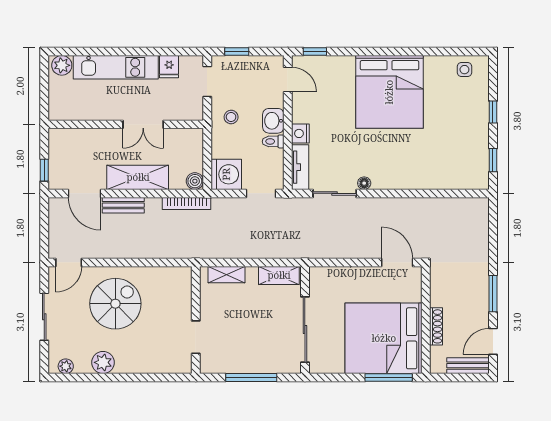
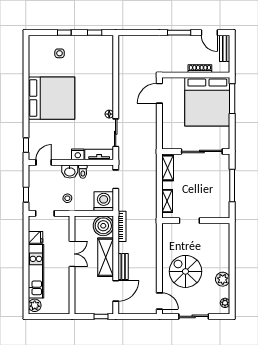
side table: (464, 70) -> (60, 53), moved
boiler: (195, 181) -> (103, 226), width x1.86, depth x1.86
doorway: (196, 337) -> (189, 221), moved

